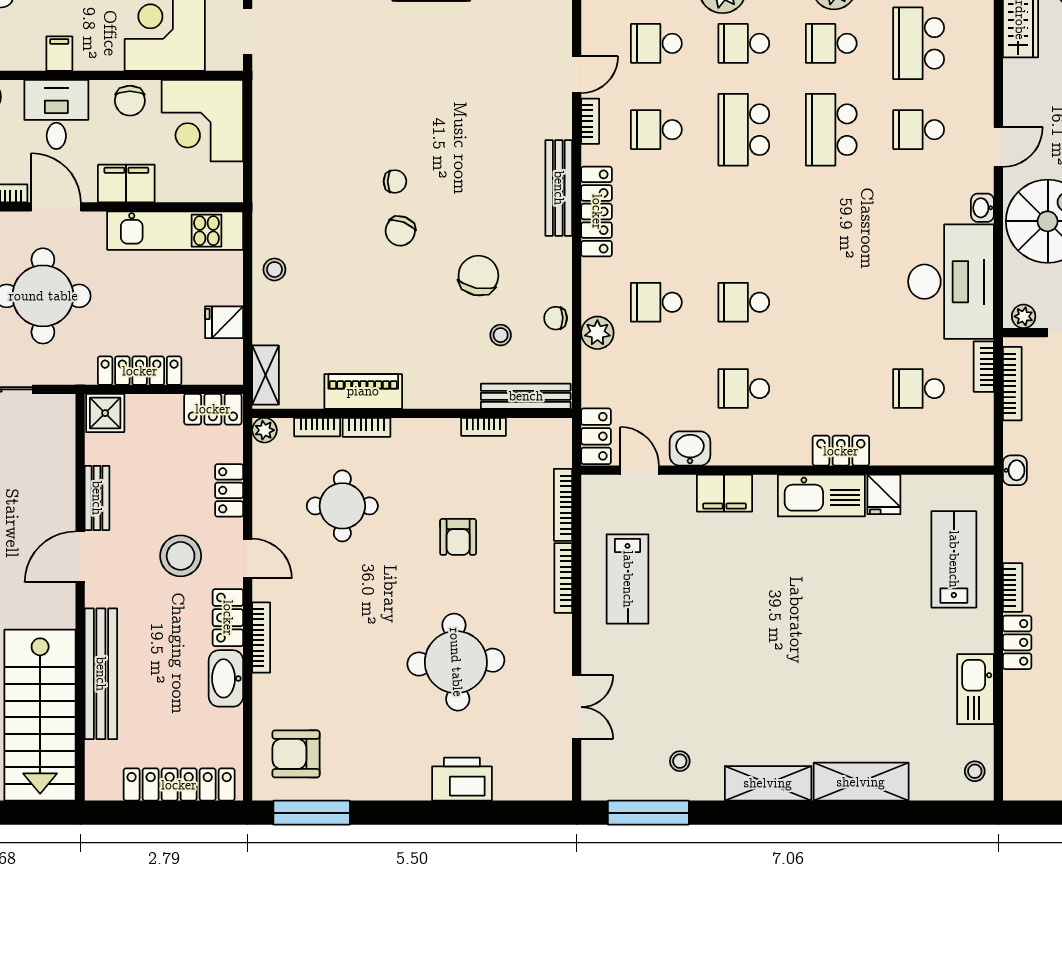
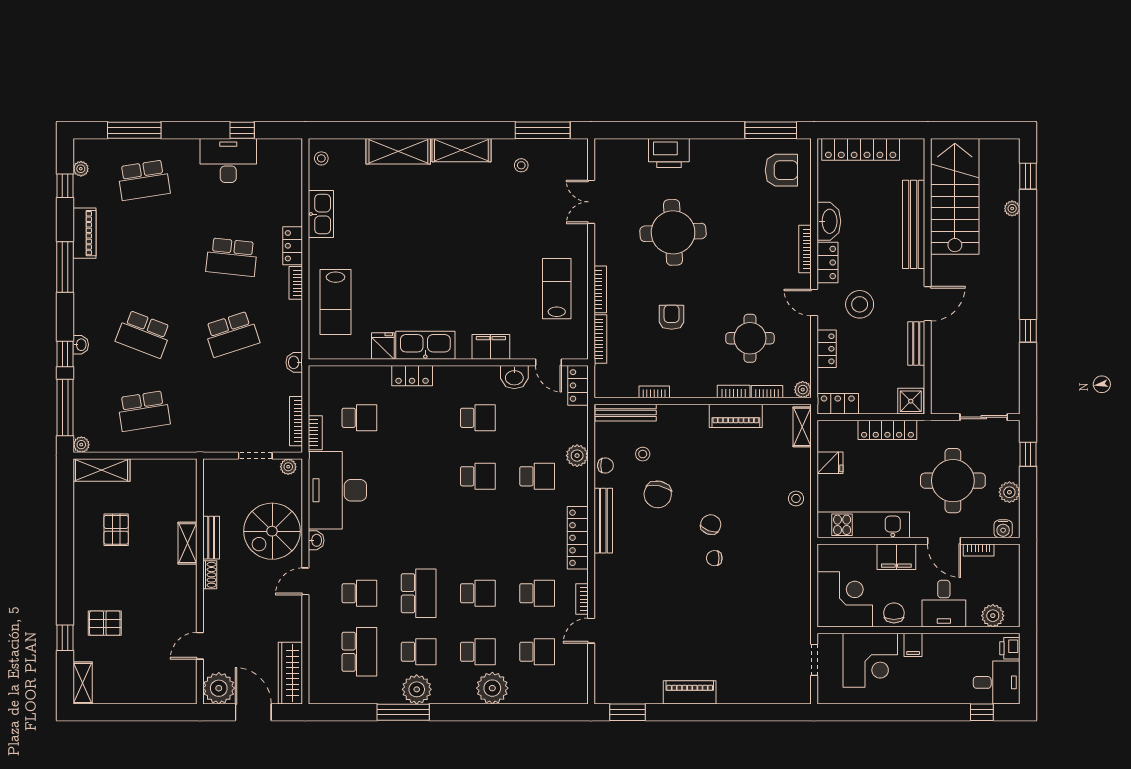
filing cabinet: (59, 54) -> (913, 645), moved
school desk: (744, 130) -> (478, 593), width x0.54
bench: (559, 188) -> (603, 521), moved

